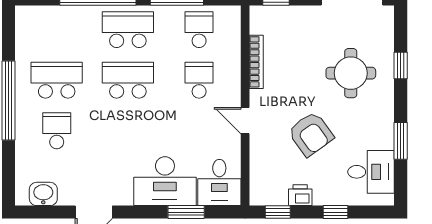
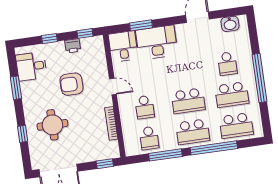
school desk: (57, 30) -> (236, 126), added
armchair: (311, 134) -> (72, 84), turned -54

